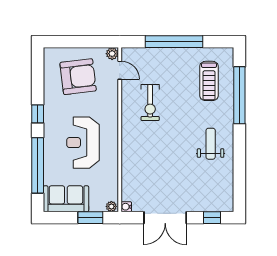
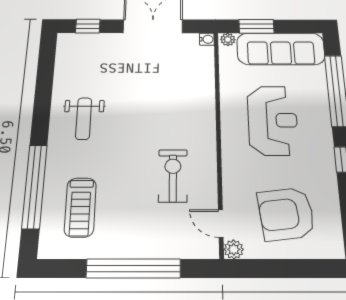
treadmill: (209, 81) -> (80, 207), turned 180
sofa: (66, 199) -> (281, 49), width x1.36

